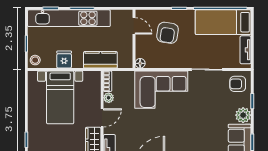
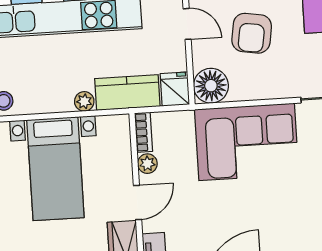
fridge: (64, 60) -> (175, 89), moved
plant: (77, 63) -> (84, 101), added
floor lamp: (140, 63) -> (211, 86), width x1.89, depth x1.89

